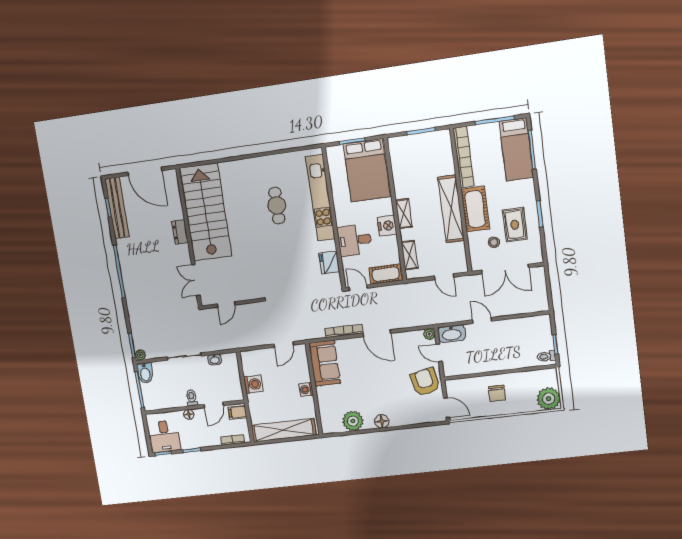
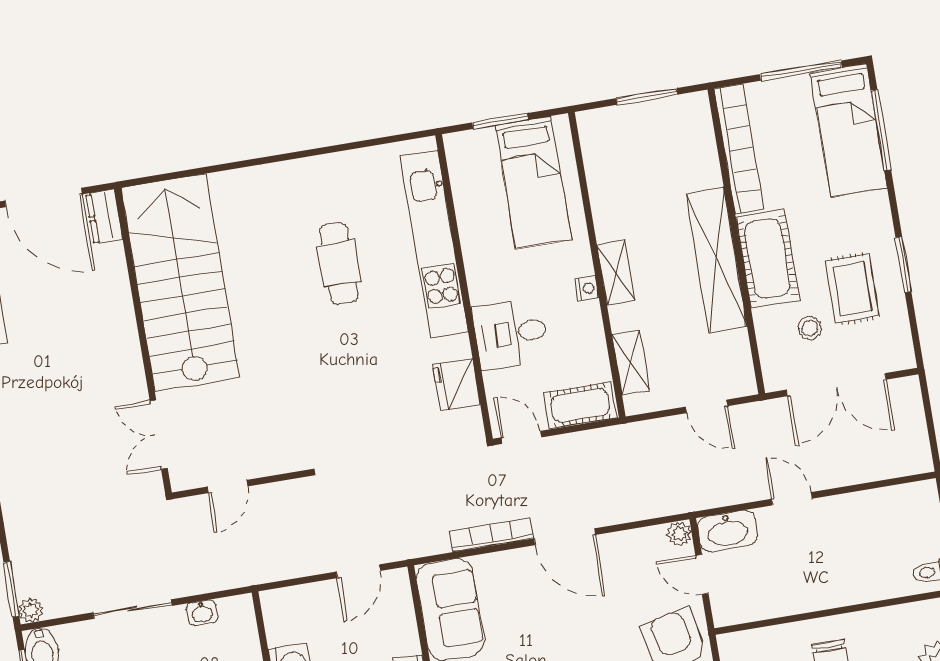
bed: (367, 170) -> (533, 182), width x0.67
nightstand: (387, 226) -> (587, 289), width x0.53, depth x0.56
dresser: (180, 232) -> (104, 217), moved

